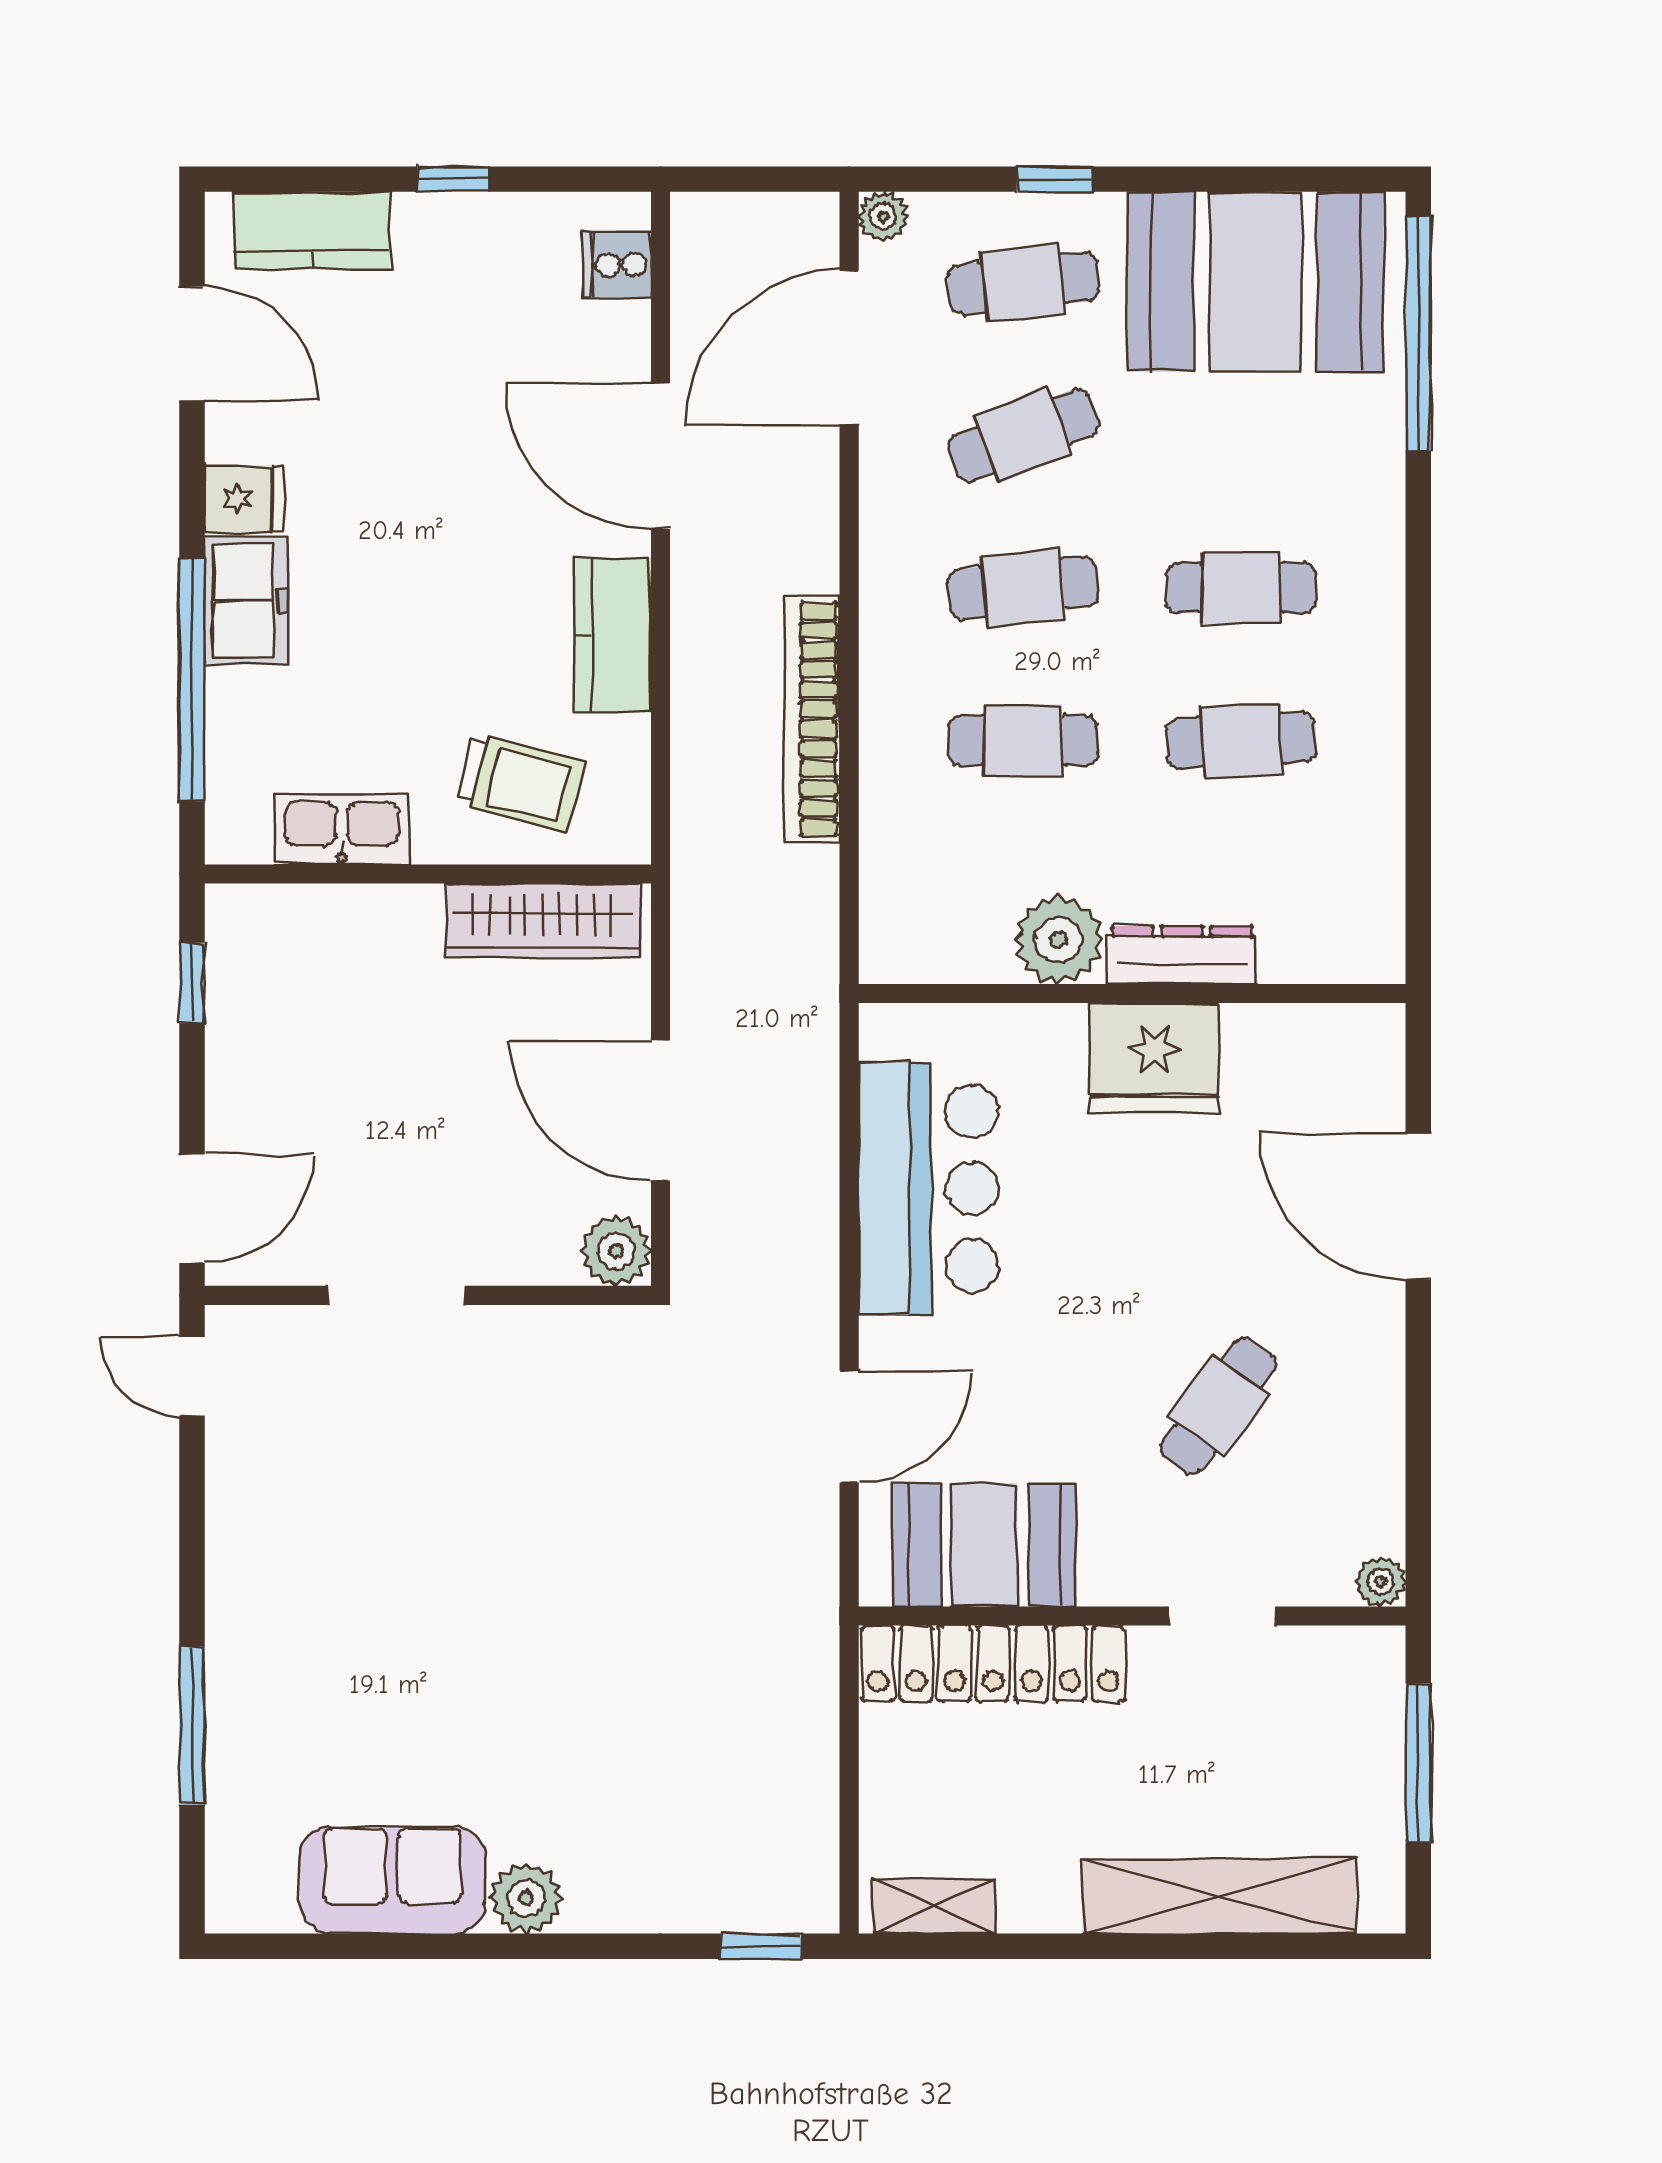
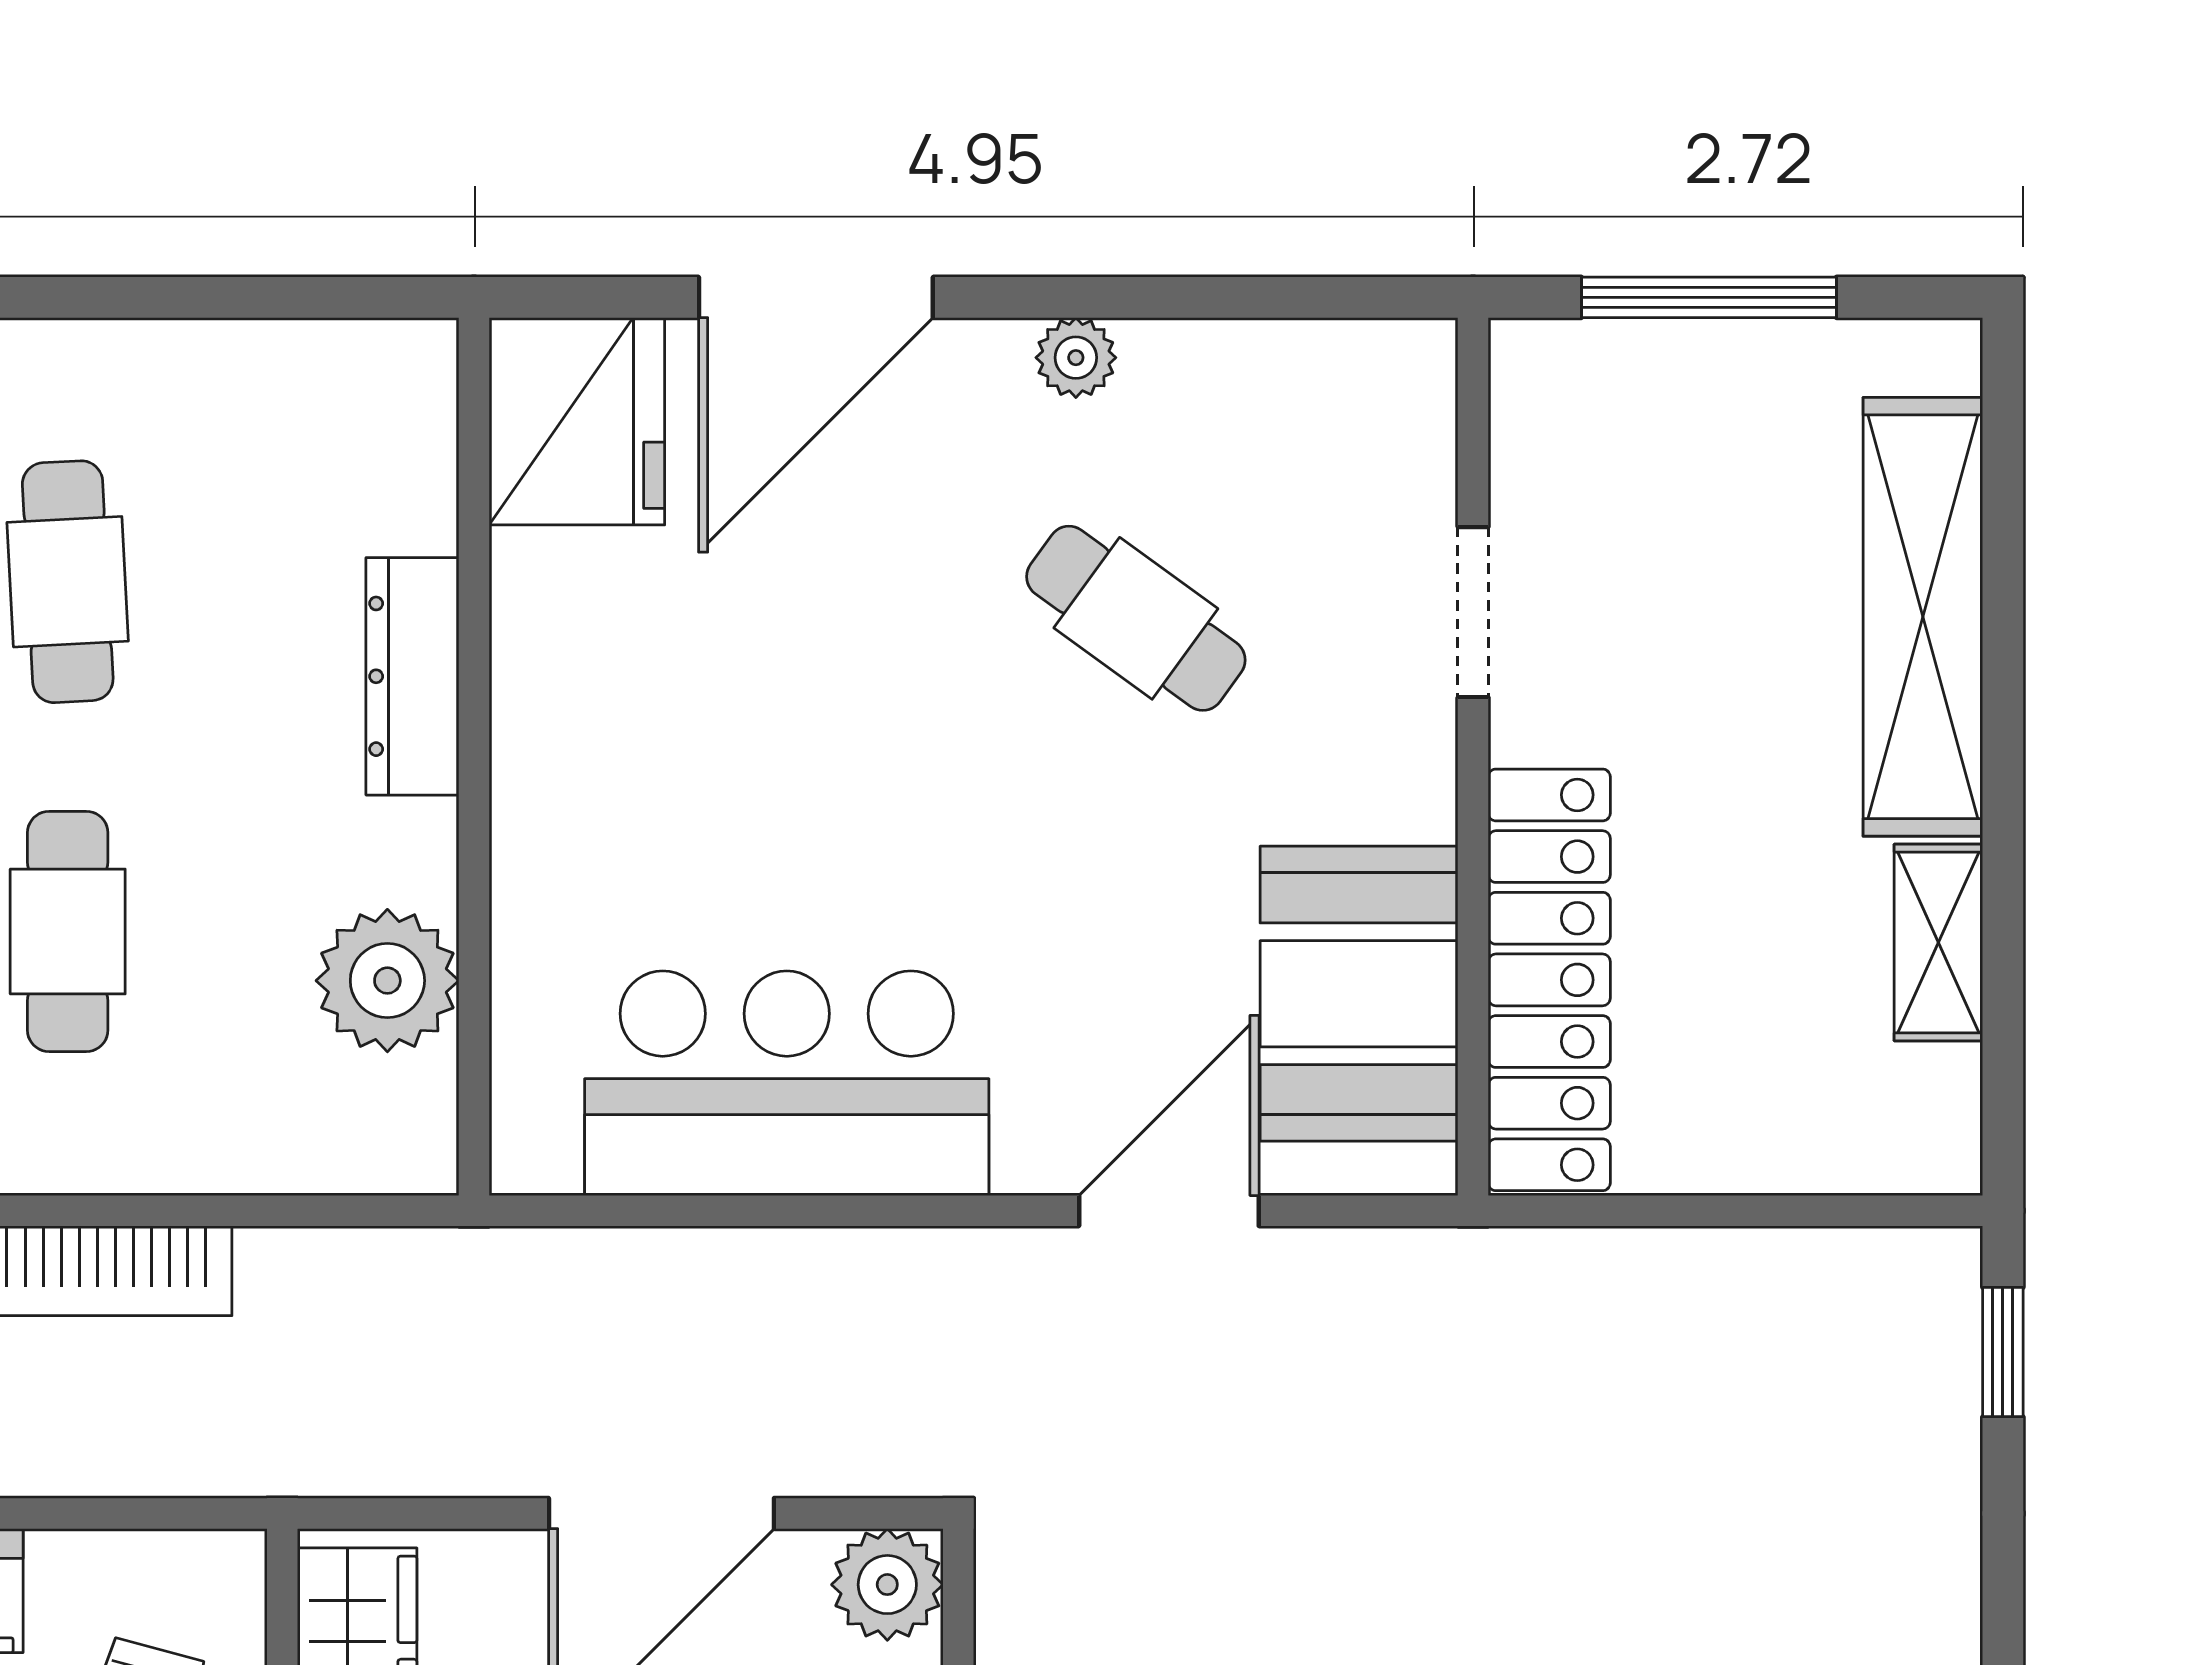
plant: (1059, 940) -> (387, 981), moved
fridge: (1155, 1058) -> (577, 421), moved
door: (849, 1427) -> (1169, 1211), hinge flipped
plant: (1381, 1582) -> (1076, 358), moved
shelving: (934, 1906) -> (1938, 943), moved

